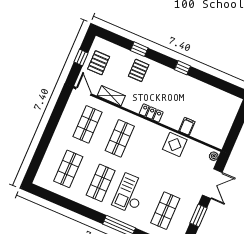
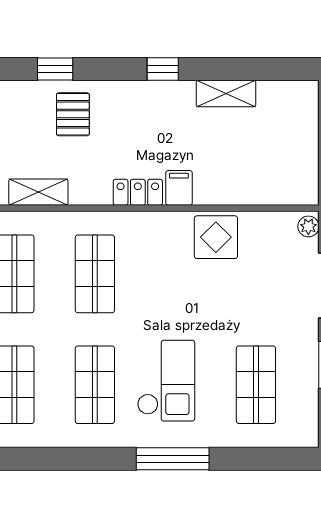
shelving: (204, 89) -> (226, 93), added
filing cabinet: (187, 126) -> (179, 188), moved
checkout: (130, 193) -> (166, 381), turned 180

